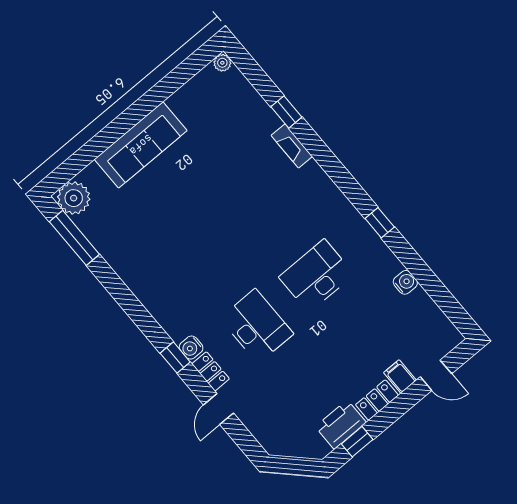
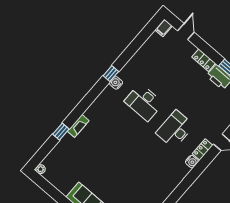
water cooler: (405, 282) -> (116, 83), moved
window: (175, 358) -> (198, 169), removed
filing cabinet: (400, 376) -> (164, 28), moved

